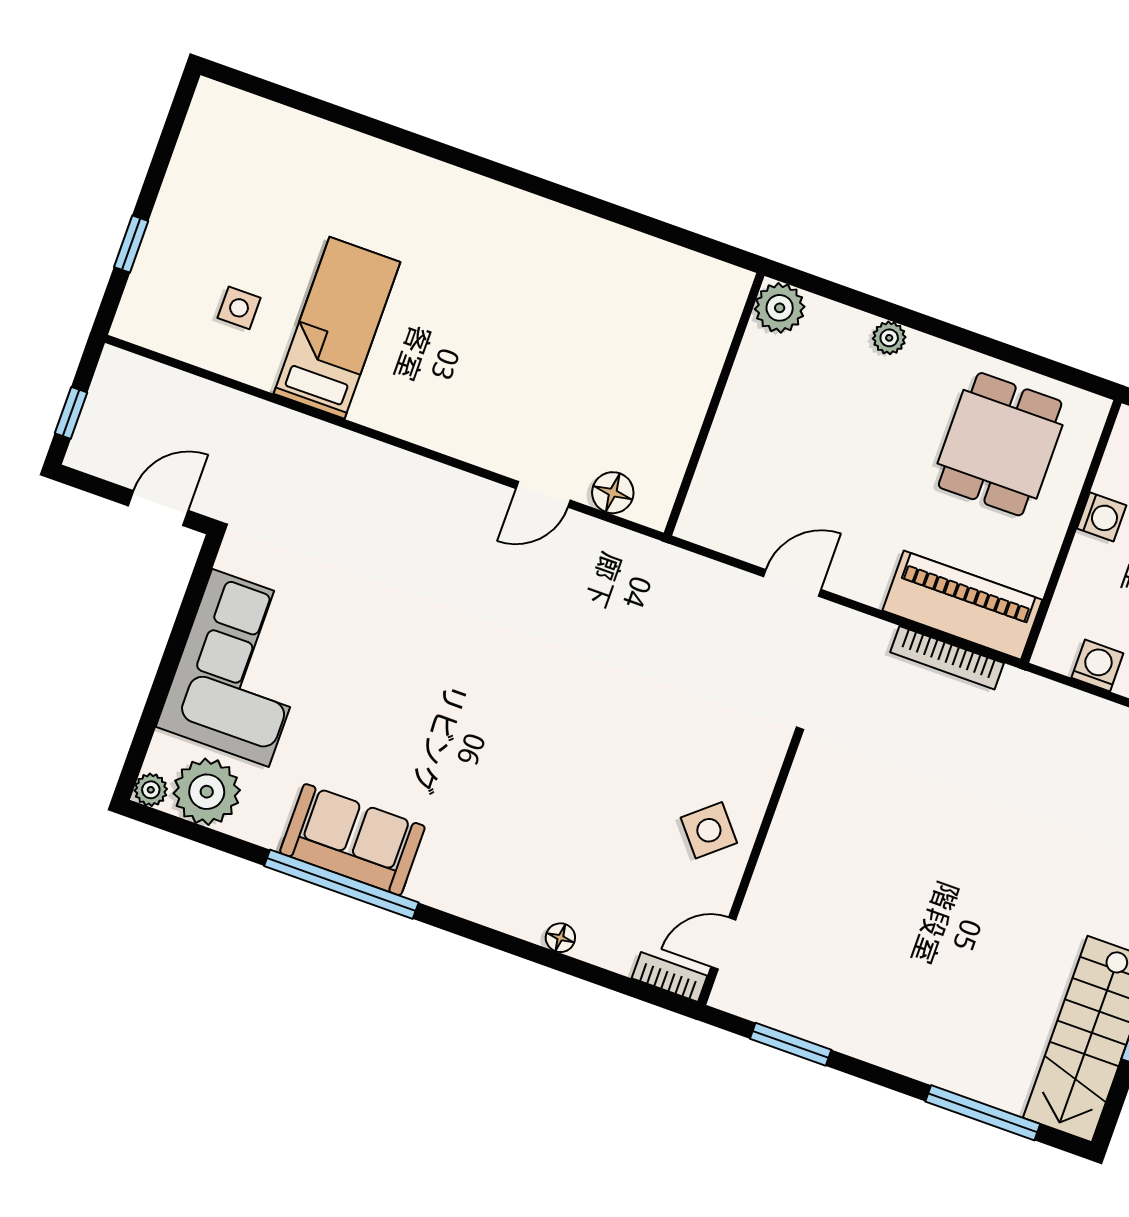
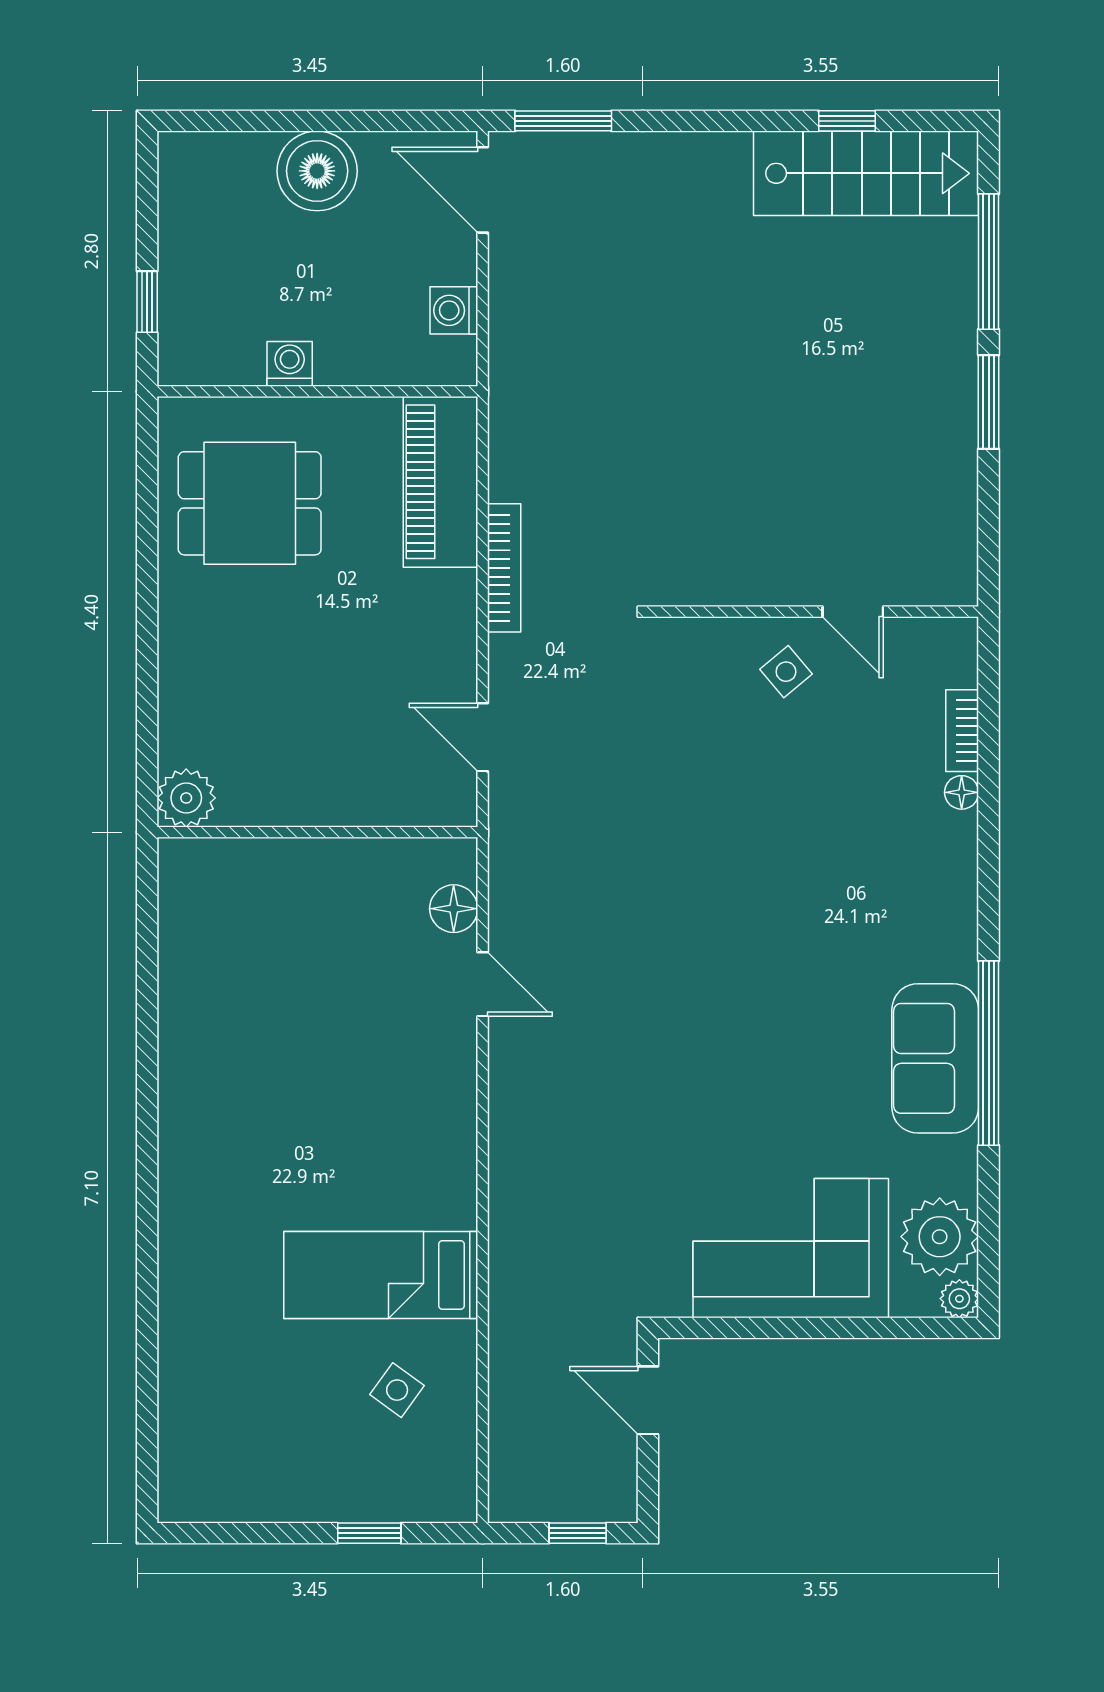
side table: (239, 308) -> (397, 1390), turned 36
plant: (889, 338) -> (176, 666), removed
door: (792, 583) -> (483, 737), moved
bookcase: (947, 658) -> (504, 568), moved
side table: (709, 830) -> (786, 672), width x0.73, depth x0.73
door: (723, 943) -> (853, 612), moved
bookcase: (669, 977) -> (962, 731), moved
window: (791, 1044) -> (989, 402), moved

